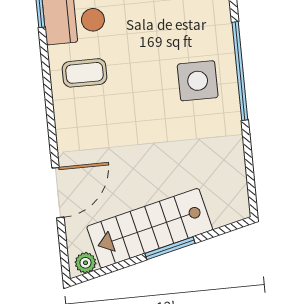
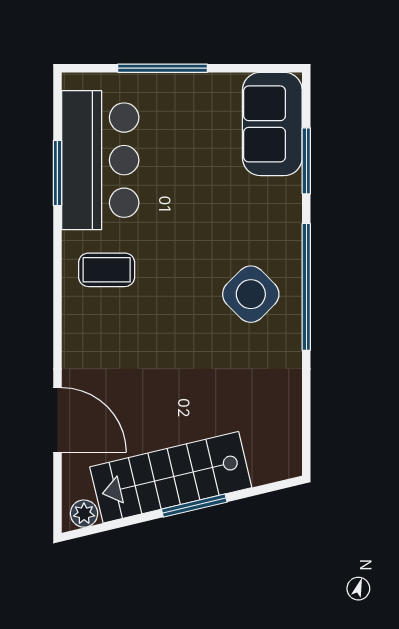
side table: (198, 81) -> (251, 294), turned 45
door: (58, 193) -> (57, 420), hinge flipped

